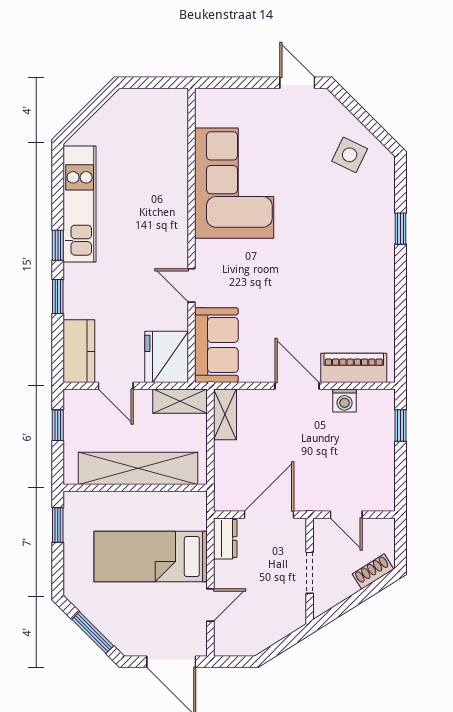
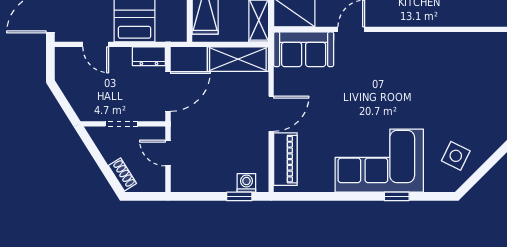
corner sofa: (234, 183) -> (379, 161), moved, turned 180
washing machine: (345, 401) -> (246, 183), moved, turned 90
shelving: (225, 414) -> (238, 59), width x1.50, depth x1.33
door: (269, 515) -> (168, 91), hinge flipped
door: (346, 515) -> (168, 153), hinge flipped

